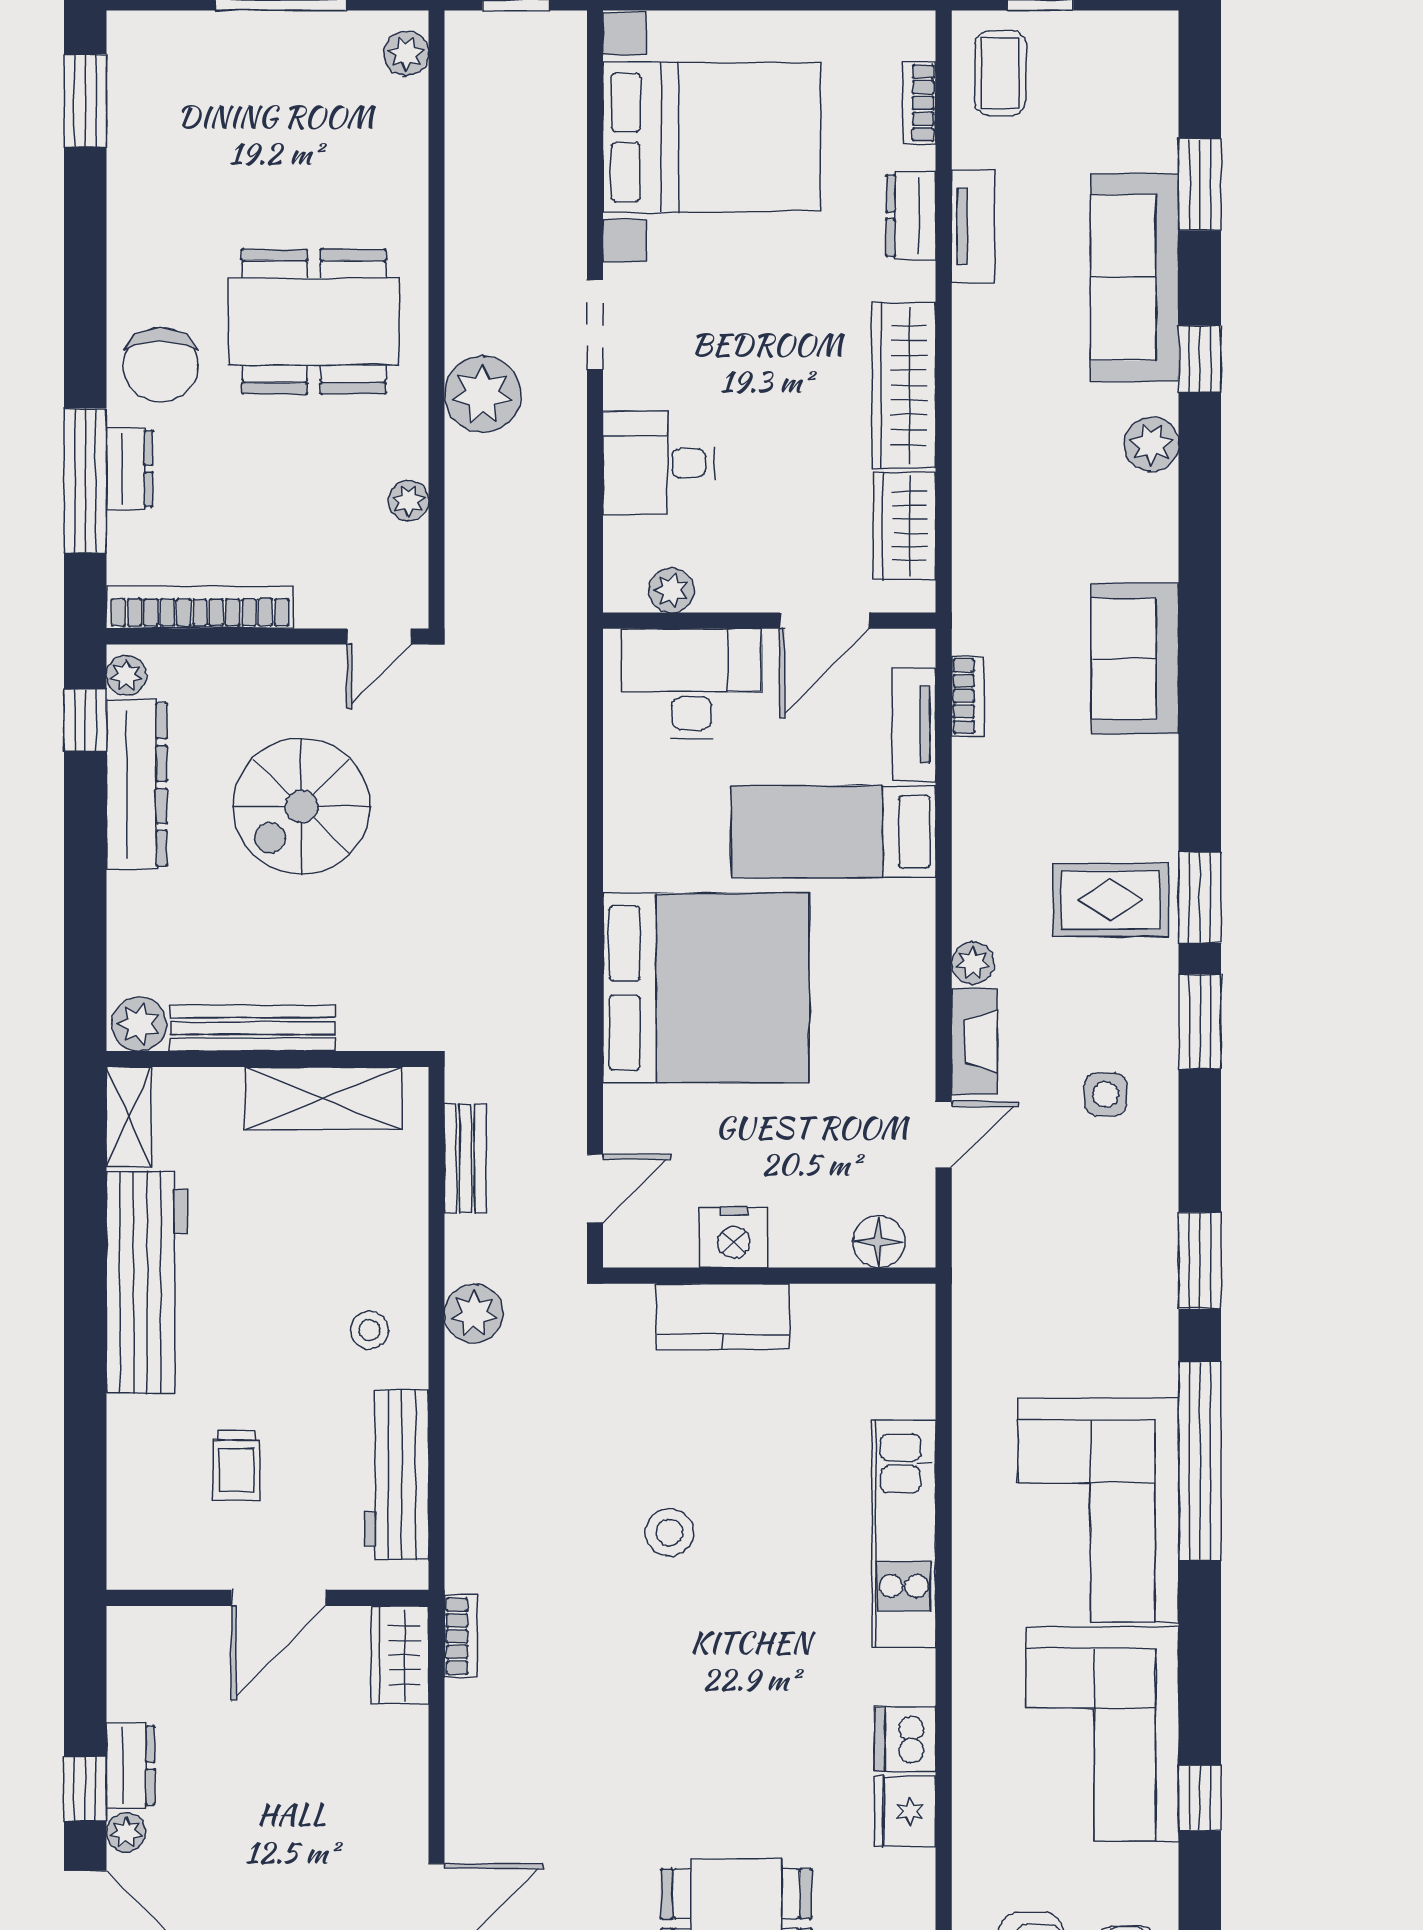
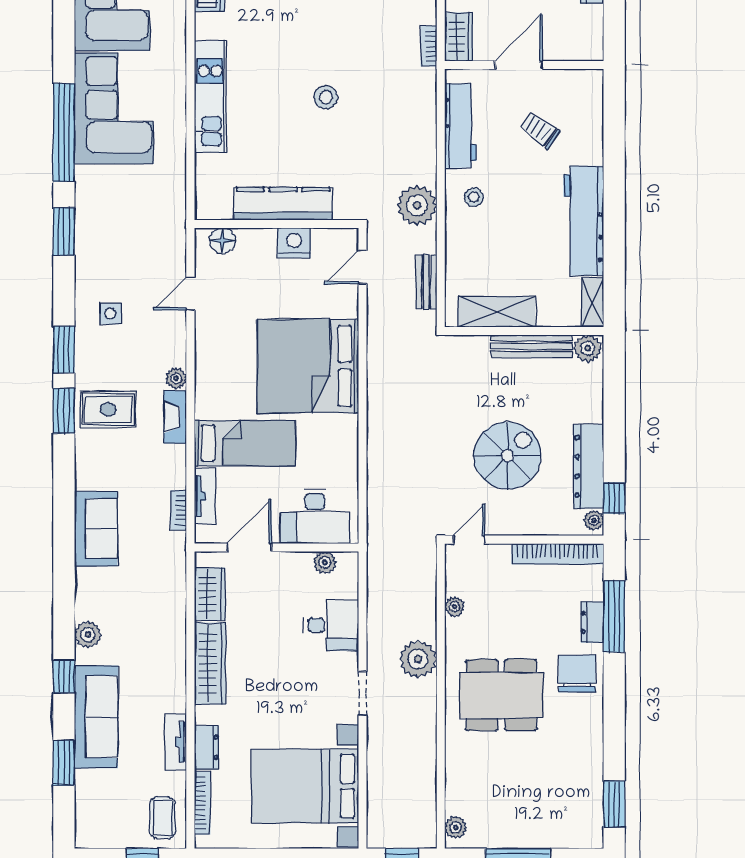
bookcase: (919, 103) -> (202, 803), width x1.56
fireplace: (974, 1041) -> (175, 417), moved
plant: (474, 1314) -> (417, 205), width x1.36, depth x1.36
kitchen counter: (723, 1317) -> (283, 204), width x1.50
trolley: (236, 1465) -> (540, 130), turned -55

